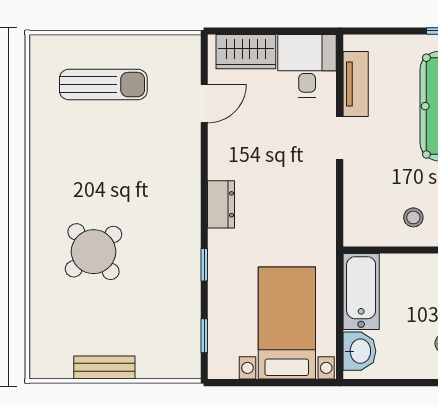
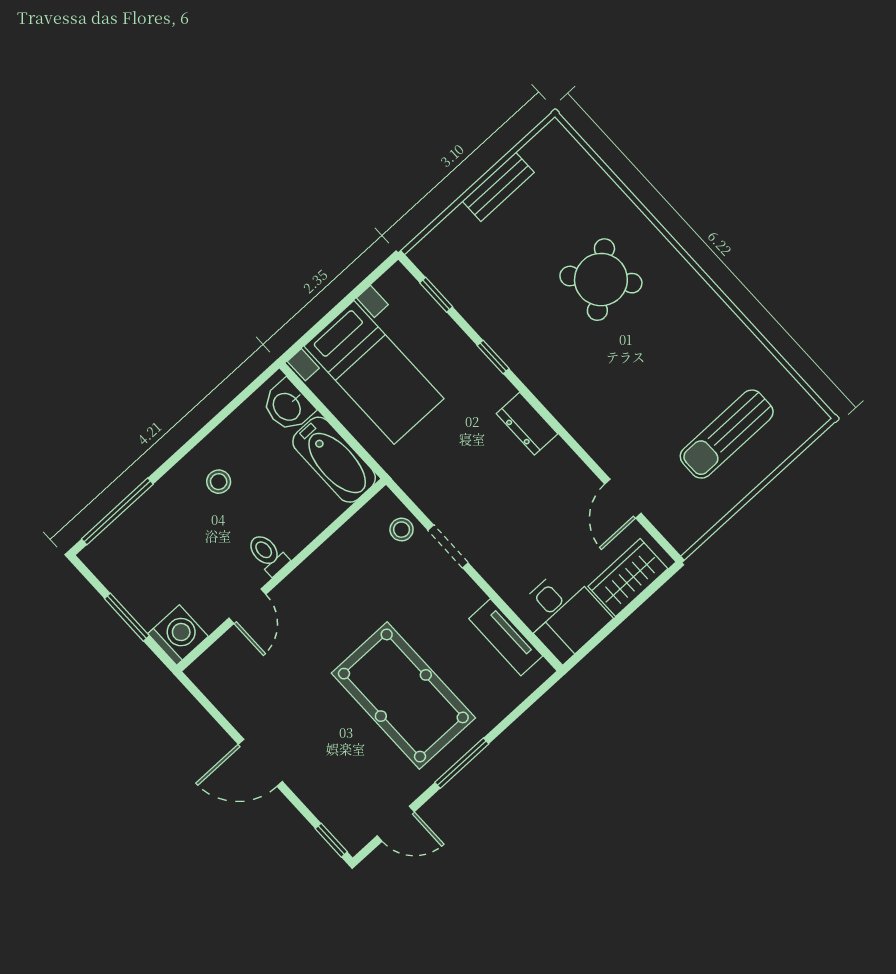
doorway: (340, 138) -> (448, 546), moved
stool: (413, 217) -> (402, 530), moved

